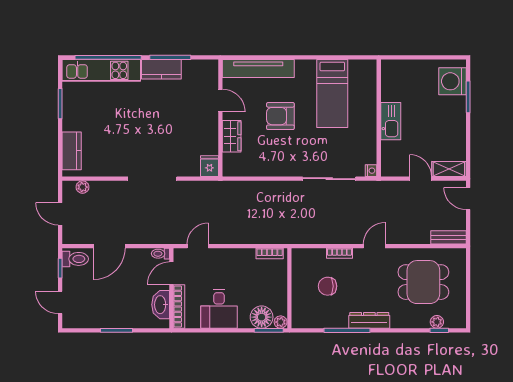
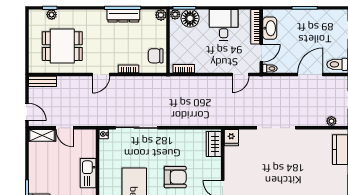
wardrobe: (232, 136) -> (214, 144), moved
chair: (328, 286) -> (156, 56), moved, turned 180
dresser: (369, 320) -> (123, 16), moved
plant: (298, 321) -> (161, 15), added

